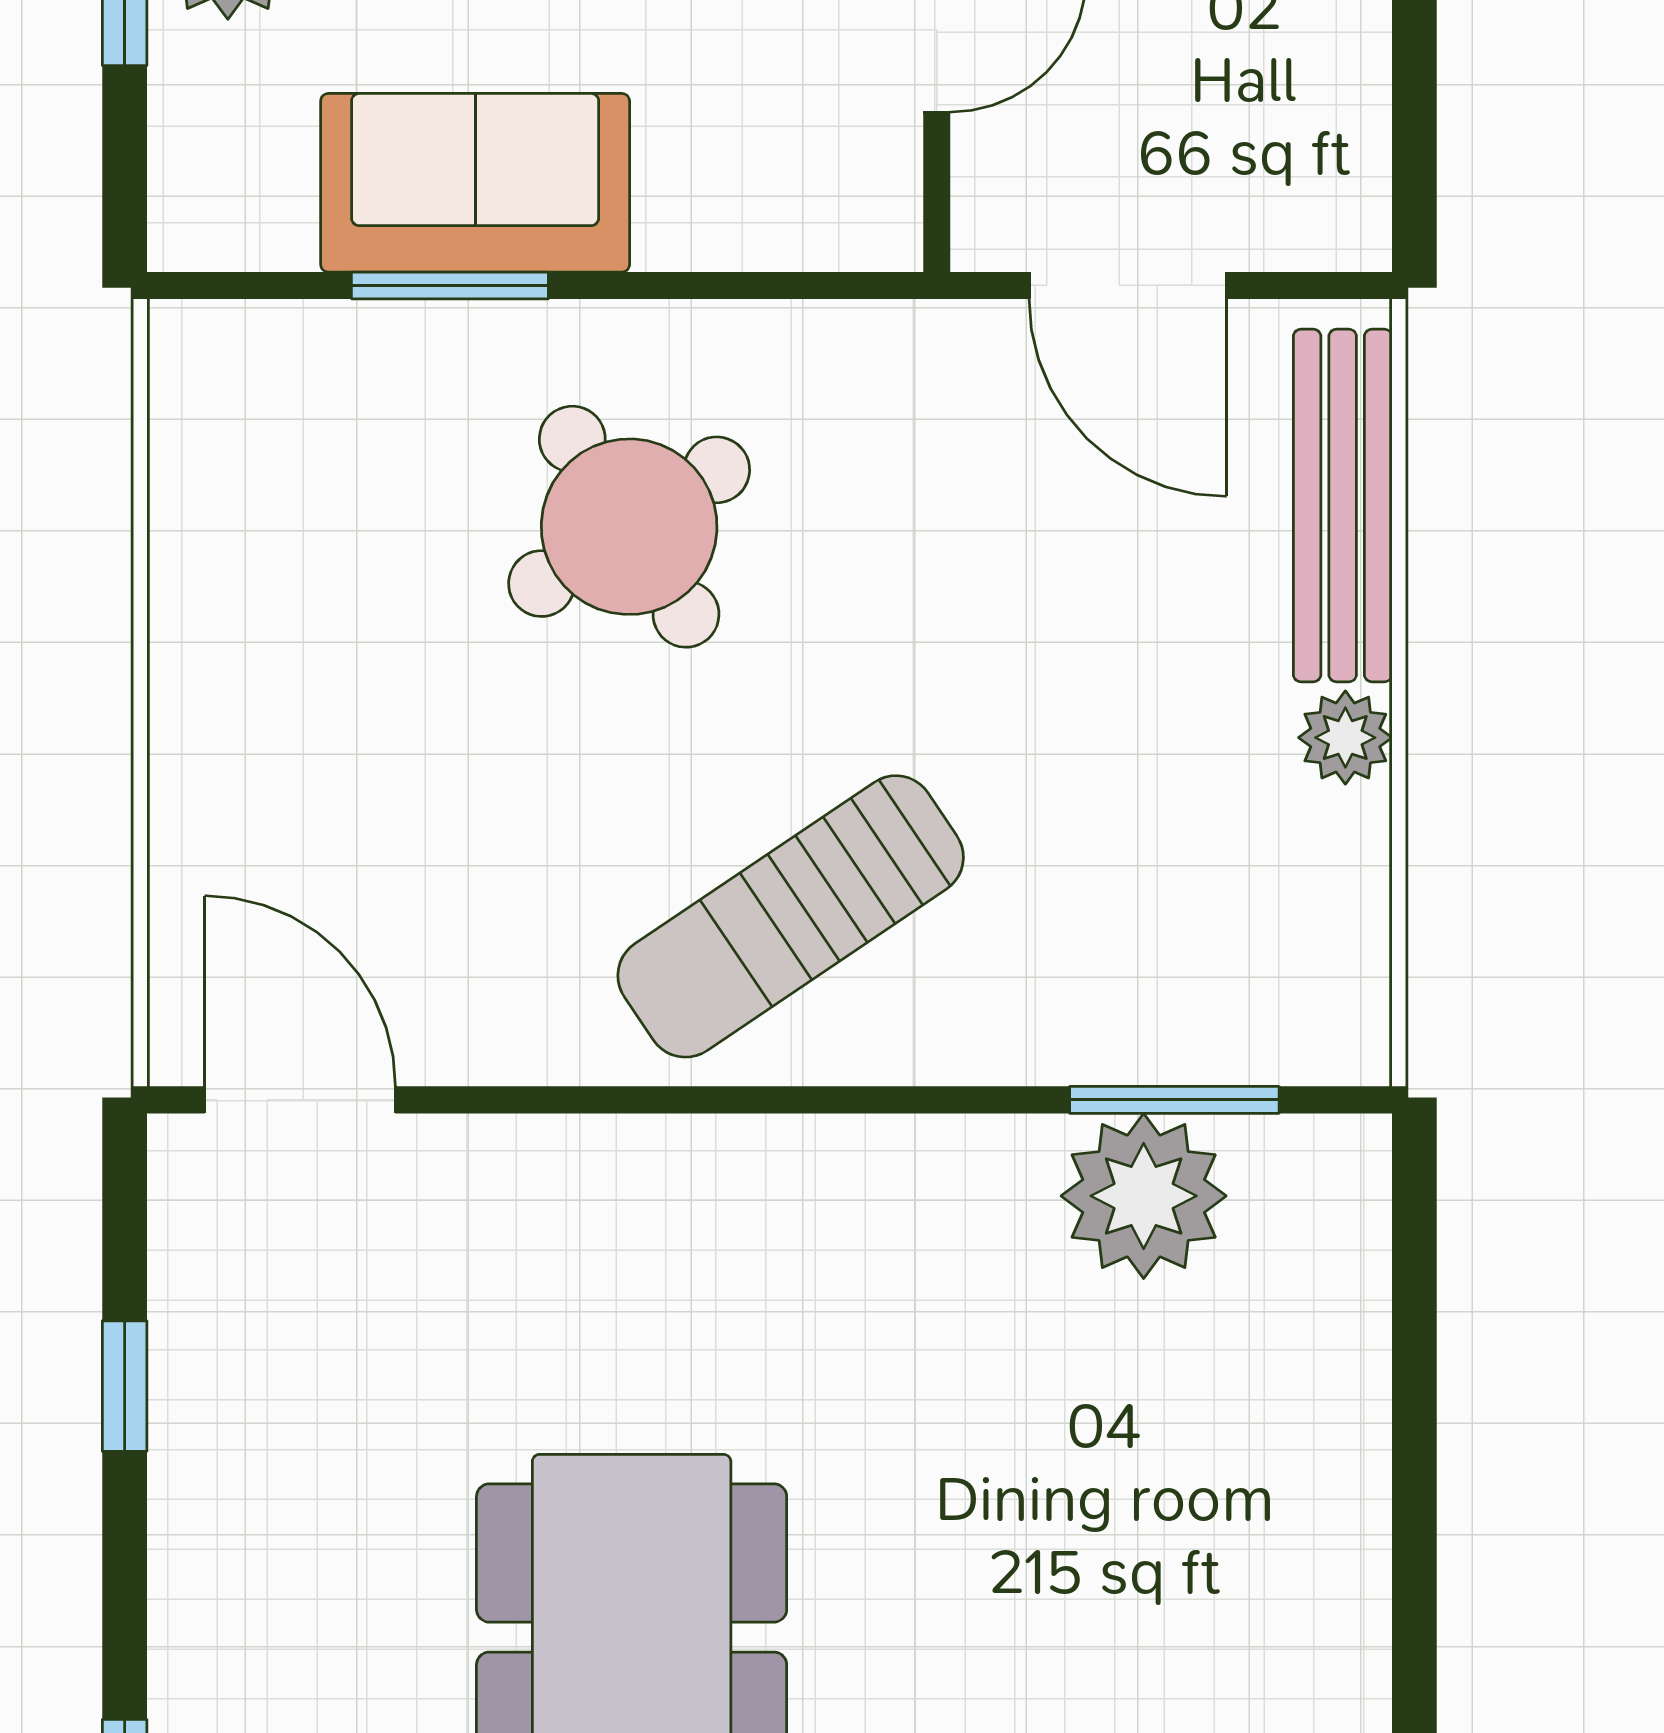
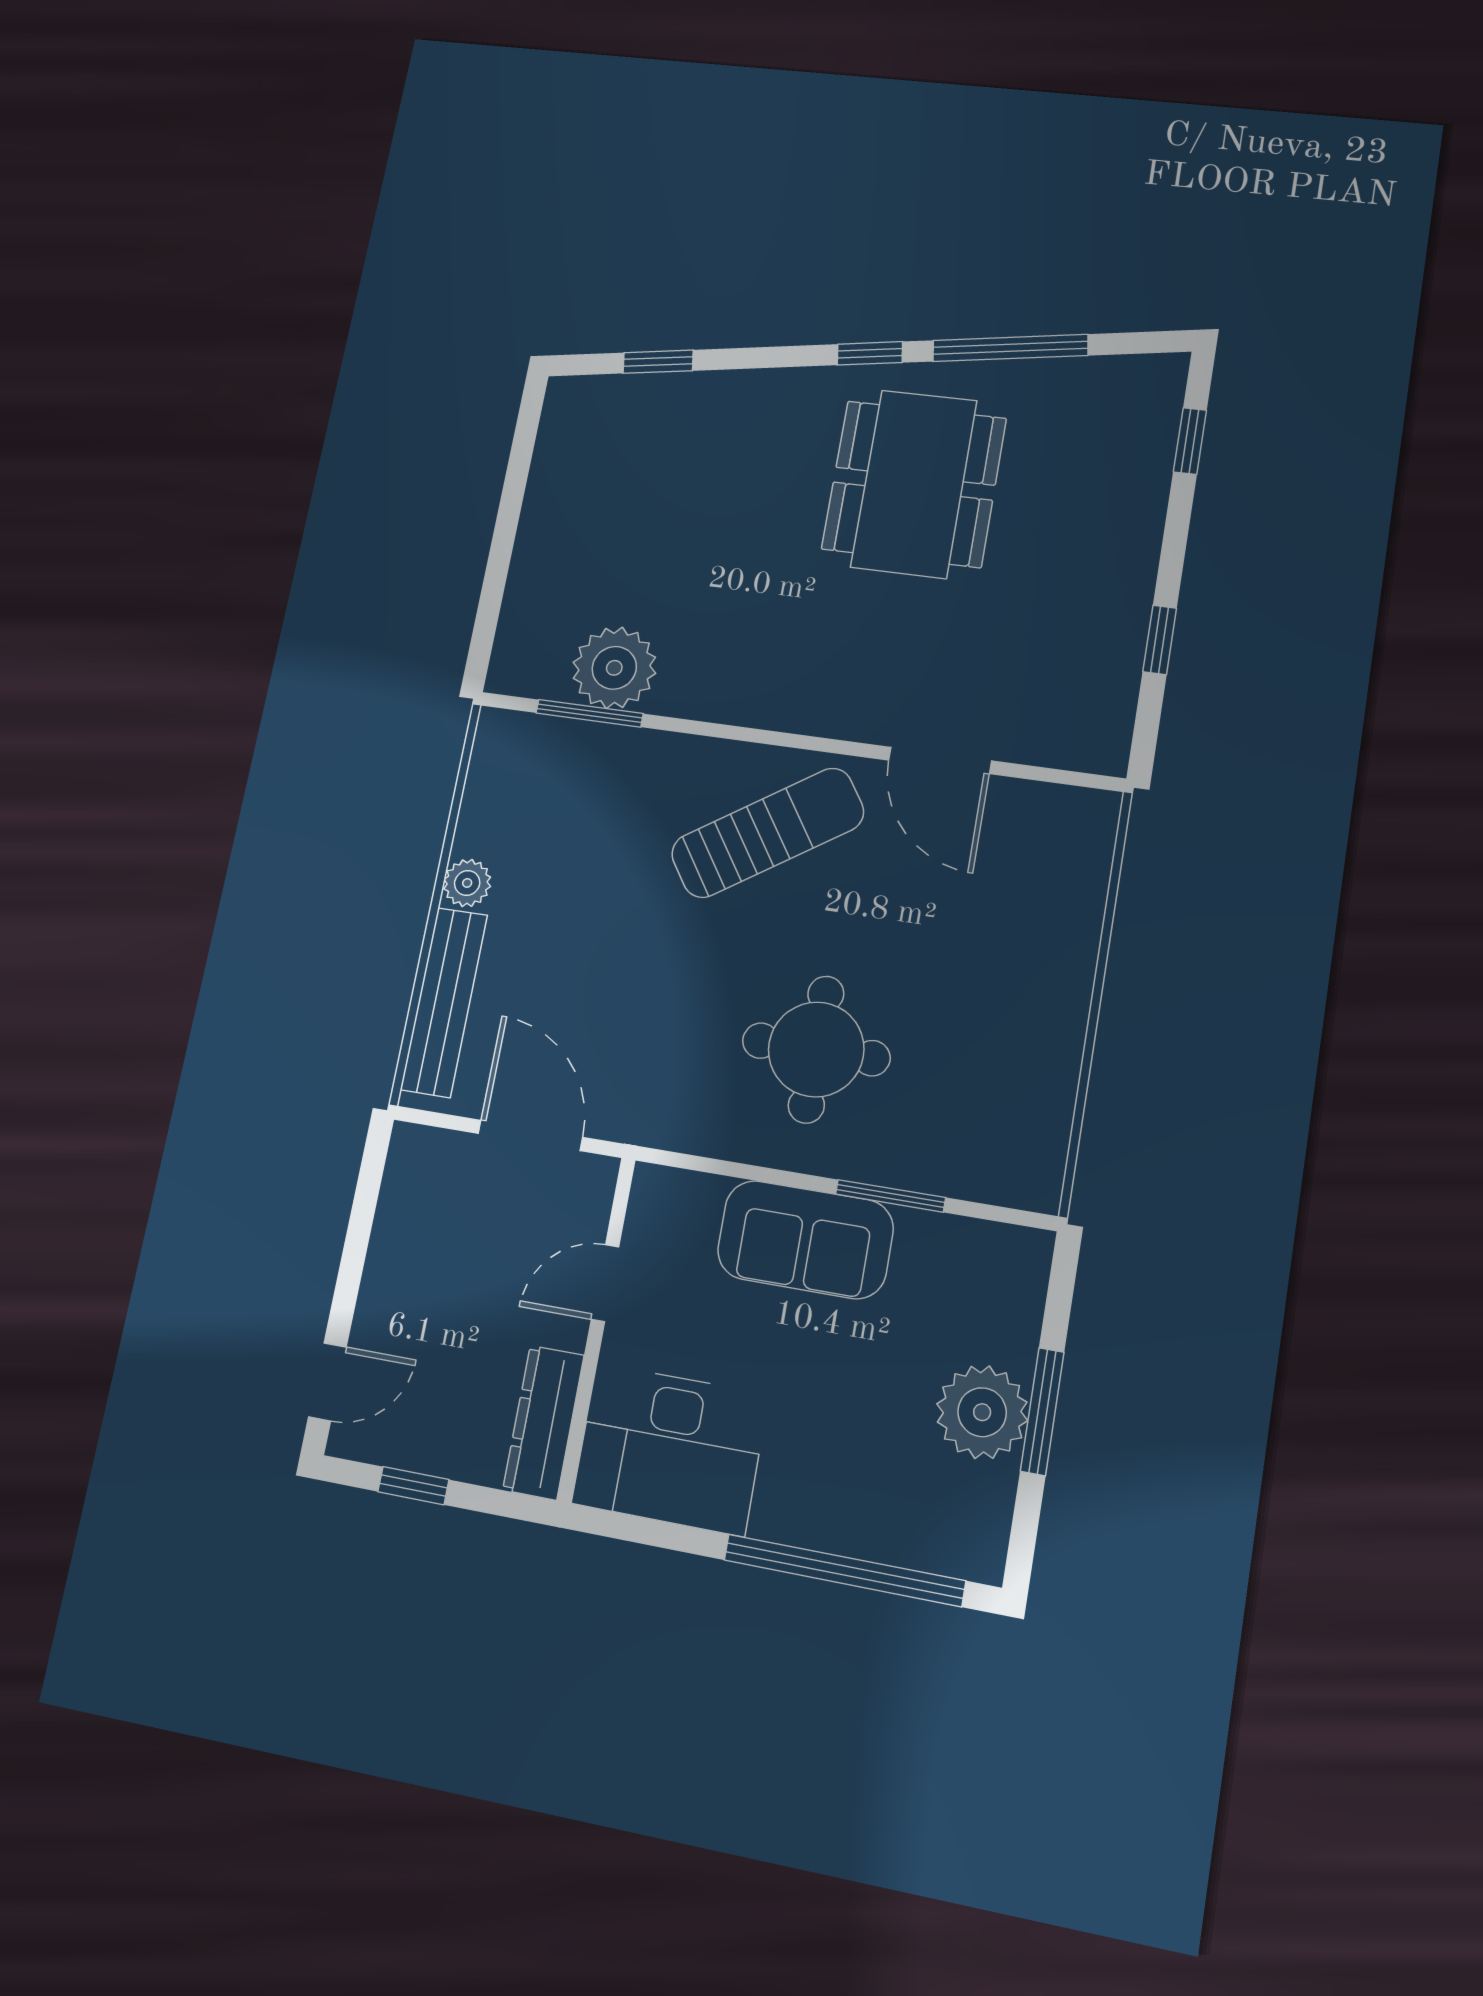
sofa: (475, 183) -> (805, 1239), moved
round table: (629, 527) -> (816, 1049), turned 33
door: (300, 1100) -> (940, 760), moved

